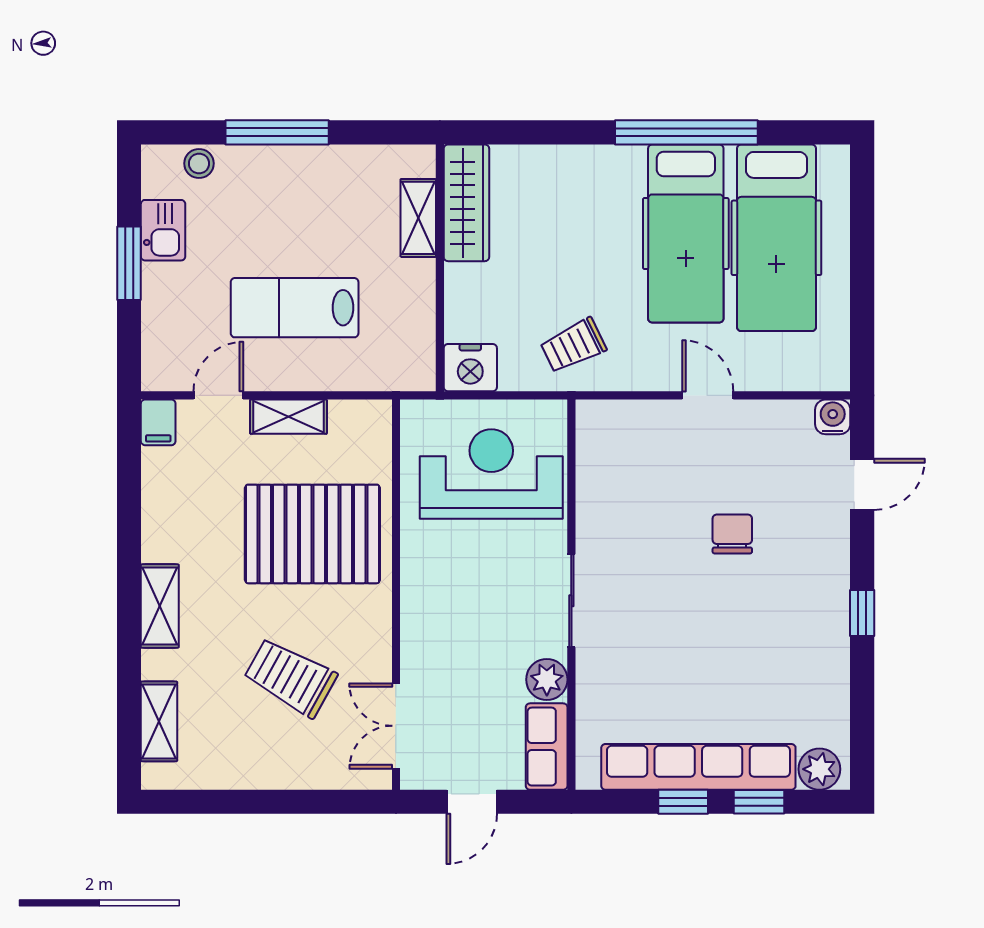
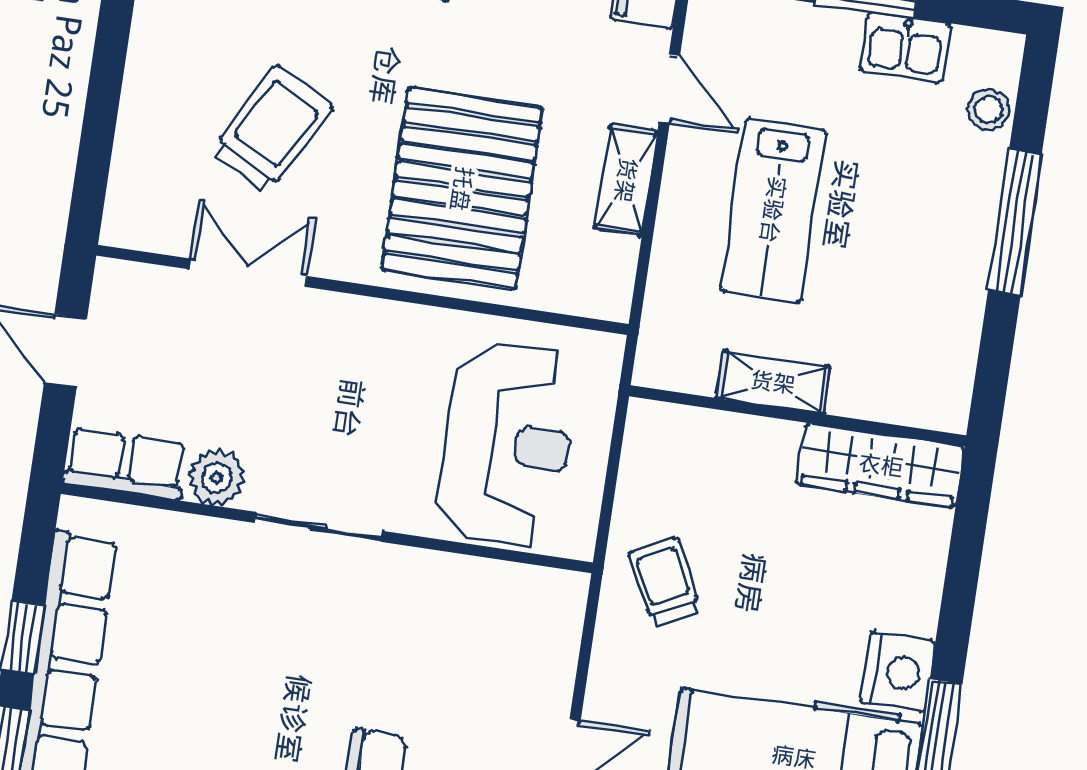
shelving: (418, 218) -> (773, 382), moved
lab bench: (295, 308) -> (773, 210), turned 180
nightstand: (470, 368) -> (898, 672), moved, turned 180
double door: (396, 726) -> (248, 273), moved

